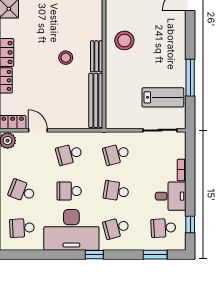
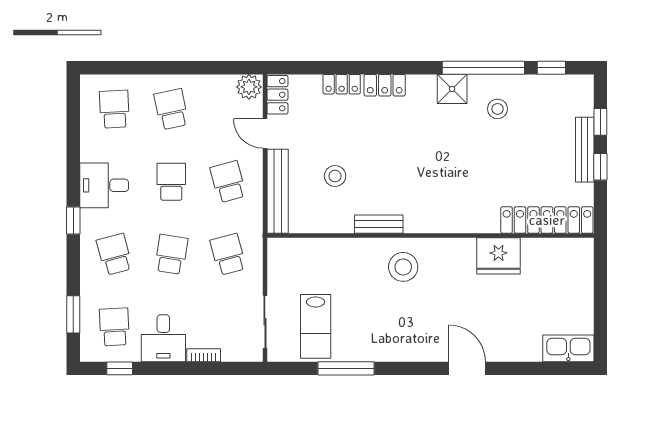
stool: (66, 58) -> (335, 176), moved
bench: (96, 100) -> (278, 191), moved, turned 90
door: (38, 130) -> (265, 134), swing flipped
school desk: (22, 191) -> (171, 109), turned -33
desk: (71, 230) -> (104, 185), width x0.53, depth x0.77

